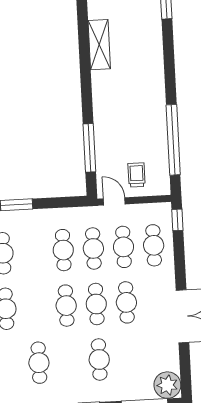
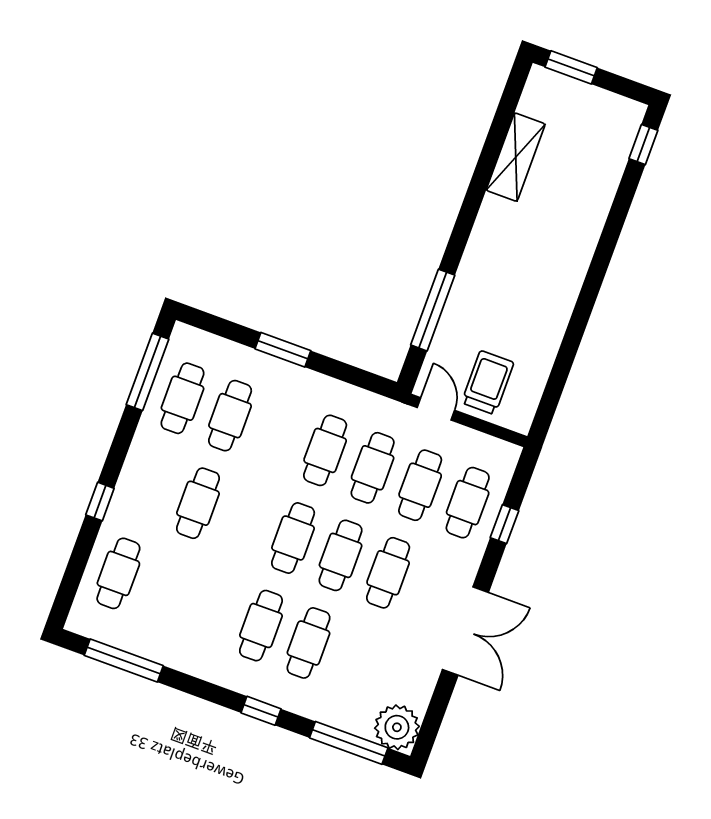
window: (173, 140) -> (567, 353), removed
trolley: (137, 175) -> (488, 383), width x1.36, depth x1.39
window: (177, 220) -> (504, 524), moved
cafe table: (39, 363) -> (261, 626), moved

